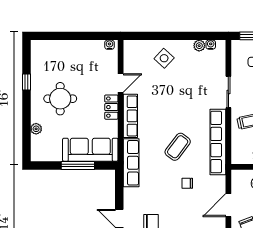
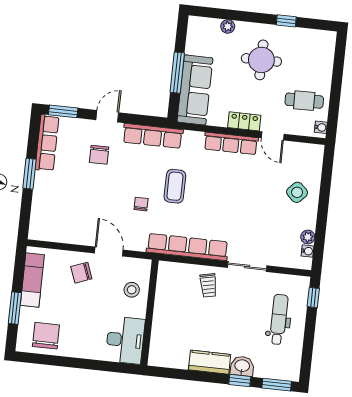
cafe table: (89, 61) -> (304, 101), added
coffee table: (178, 147) -> (175, 186), moved, turned 53
row of seats: (131, 163) -> (153, 136), moved

